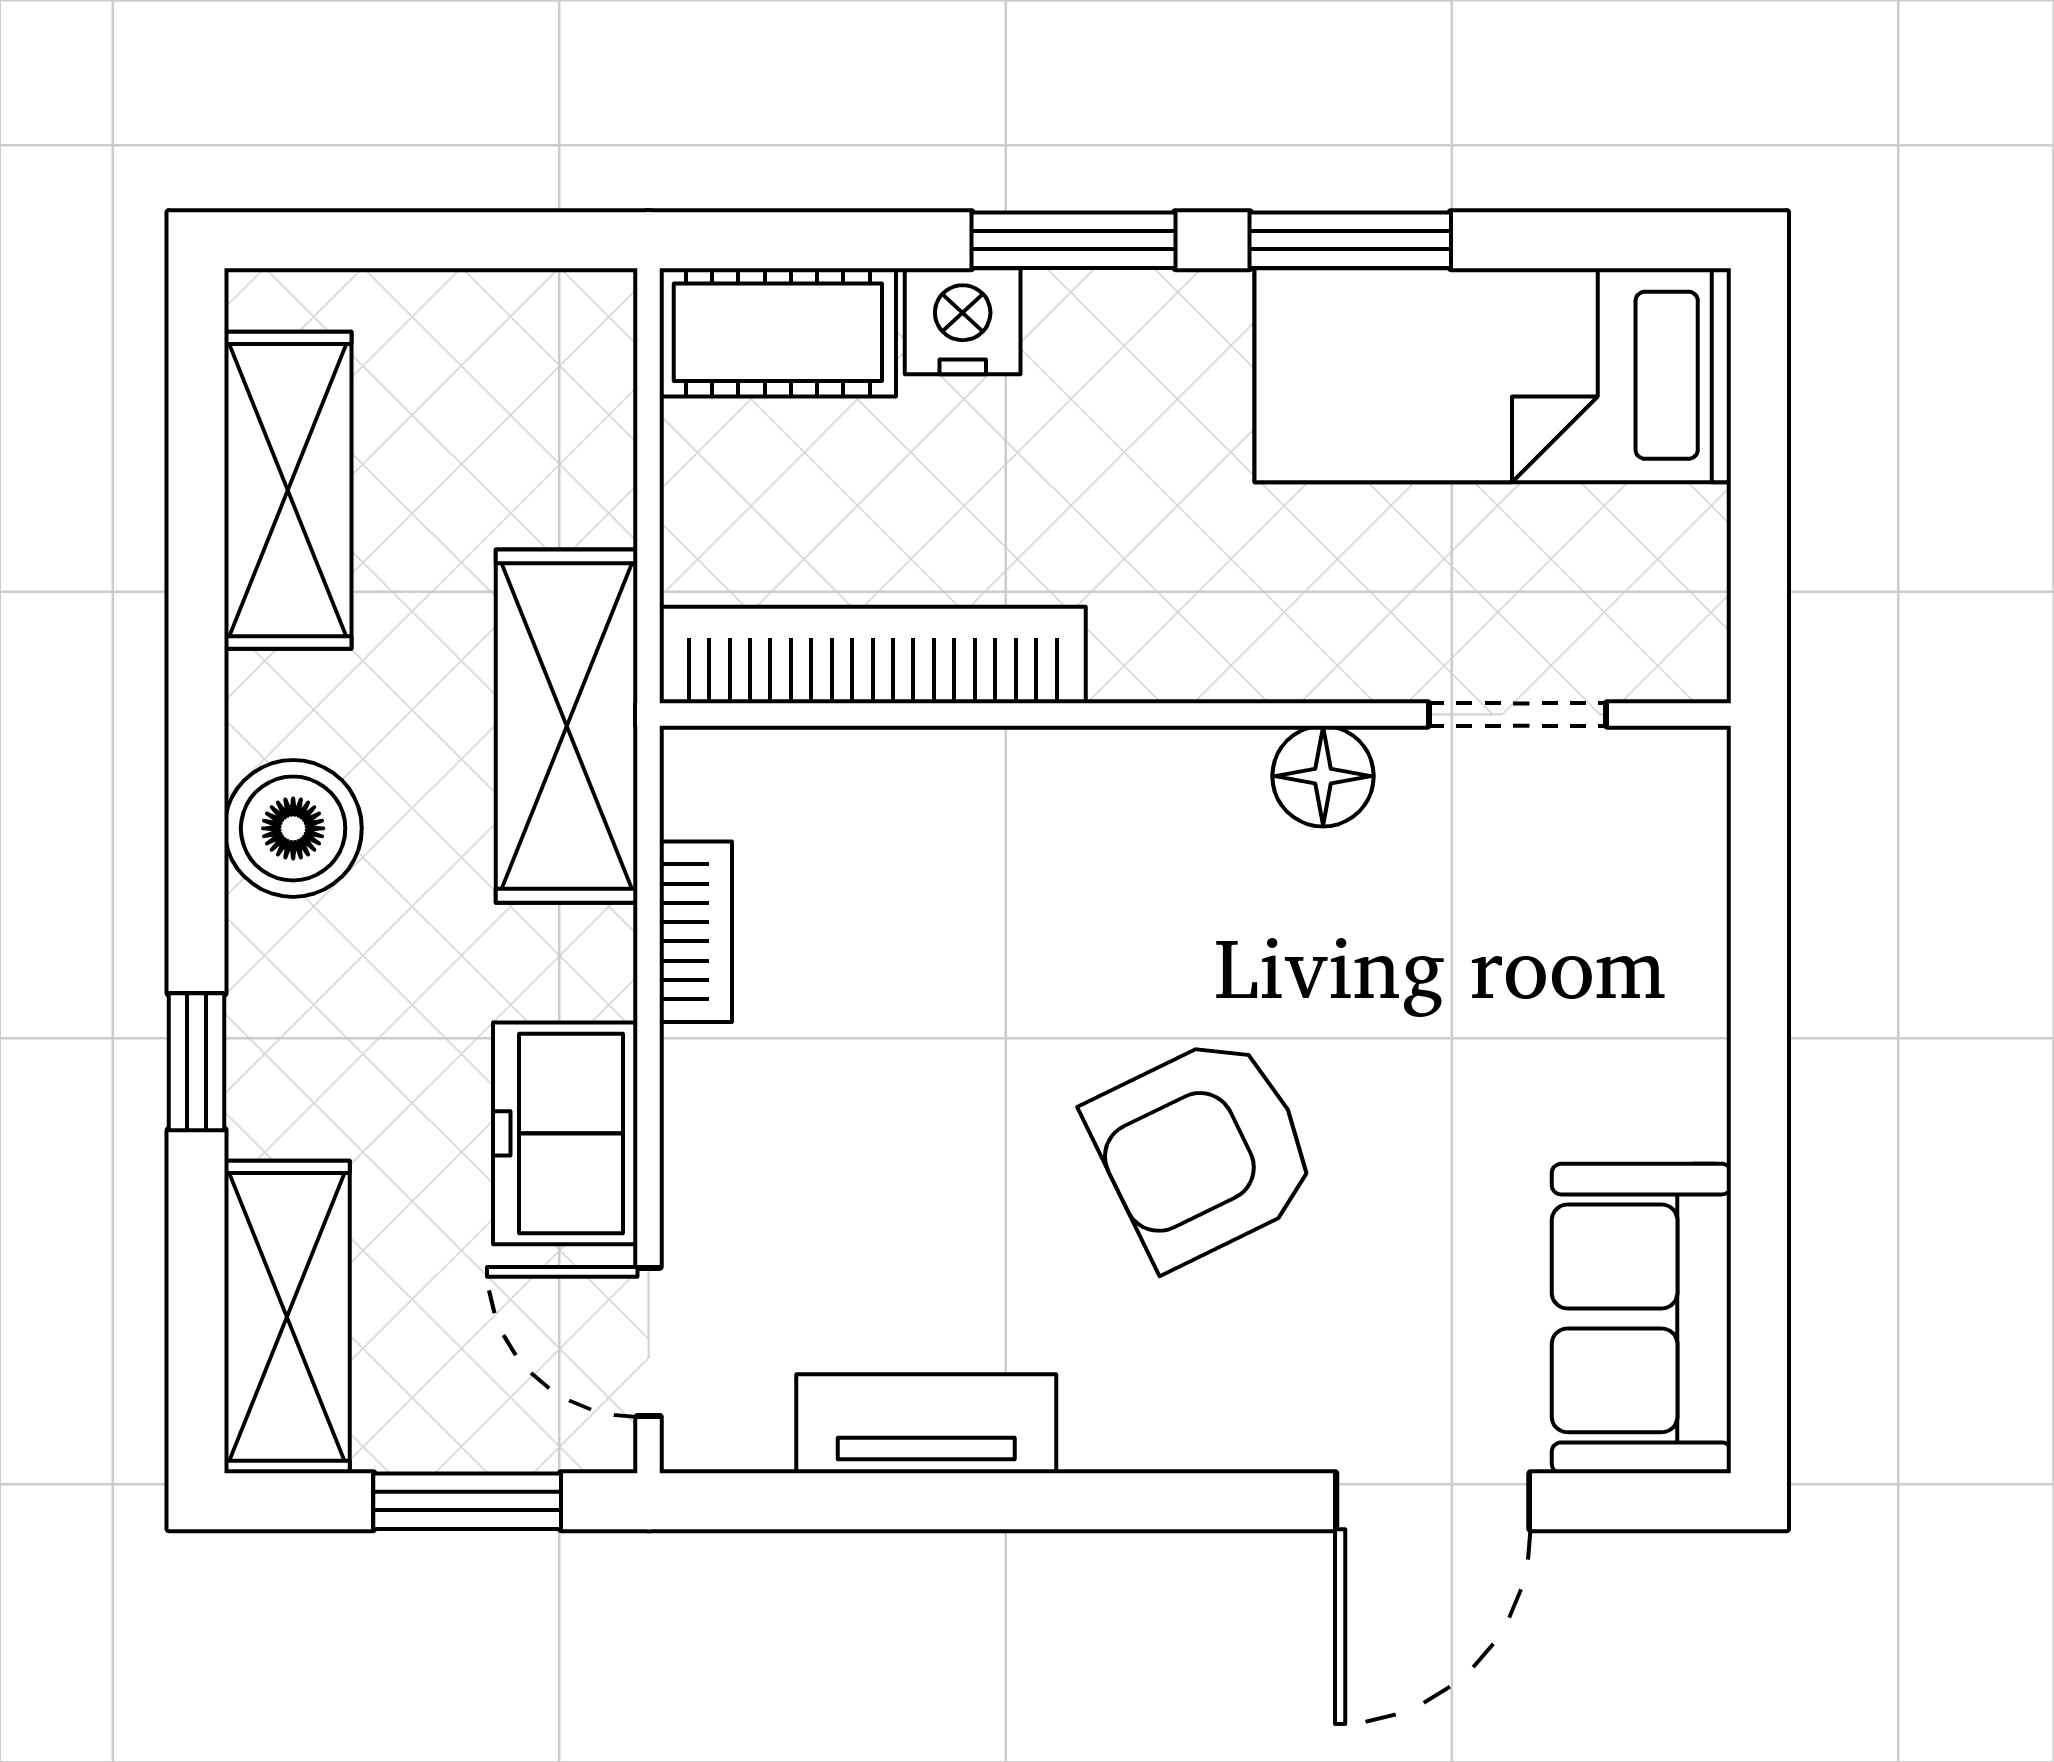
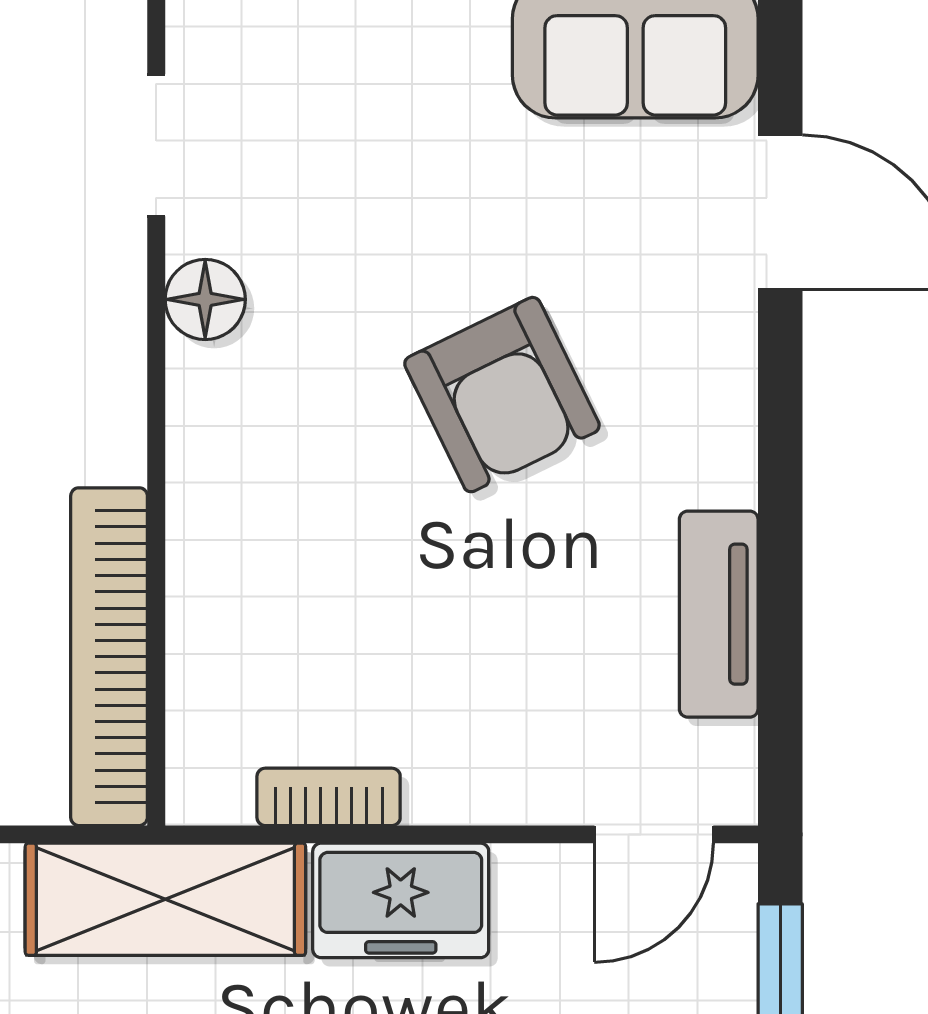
freezer: (565, 1133) -> (401, 900), moved

